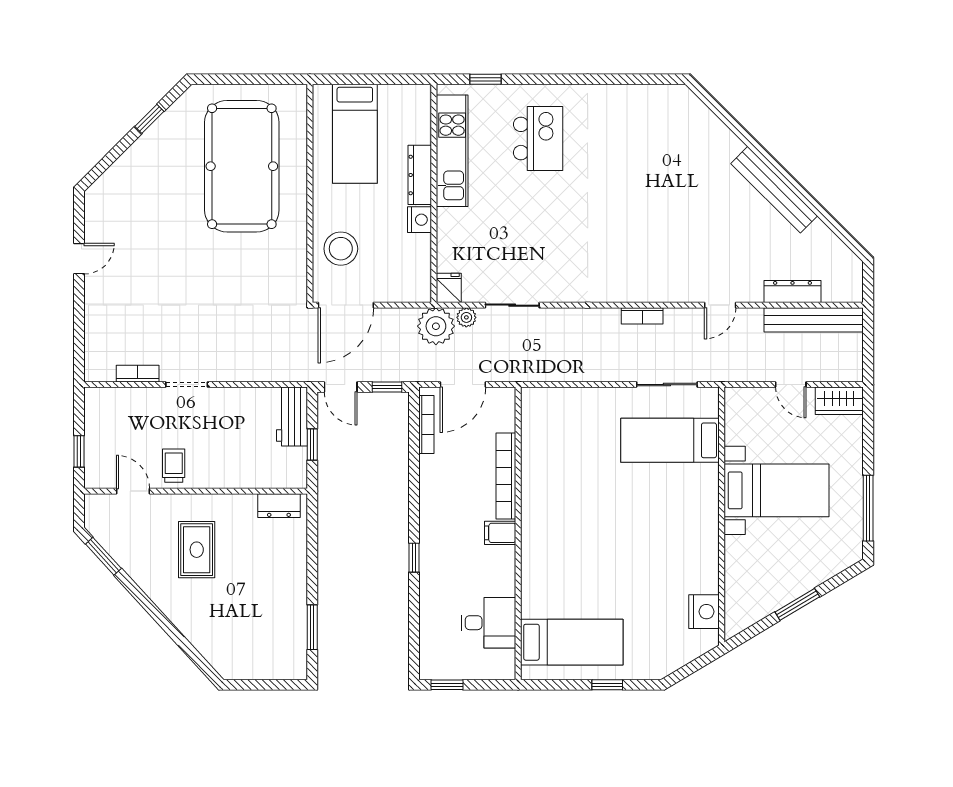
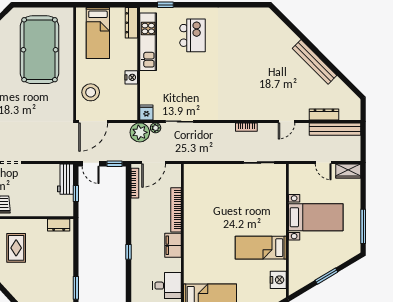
dresser: (420, 175) -> (131, 23), moved
bed: (670, 440) -> (261, 248), moved
filing cabinet: (500, 533) -> (173, 245), width x2.00

